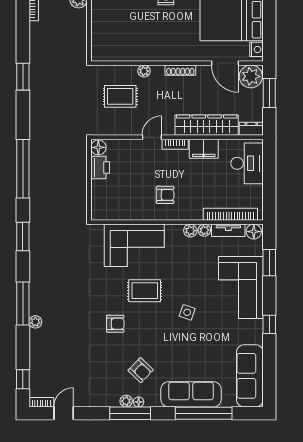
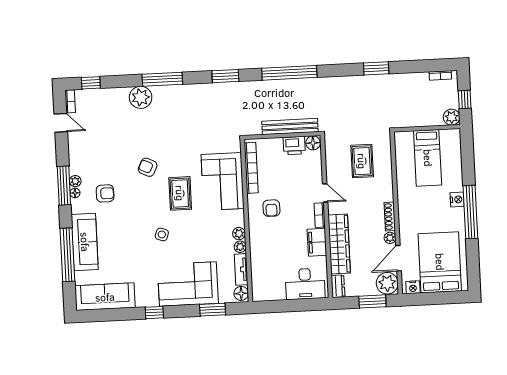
bed: (120, 27) -> (428, 158), added
plant: (144, 71) -> (390, 238), moved
bench: (80, 171) -> (290, 127), added
bookcase: (230, 214) -> (251, 168), moved
plant: (35, 322) -> (141, 97), width x1.87, depth x1.87
armchair: (115, 324) -> (148, 167), turned 115
armchair: (141, 370) -> (105, 193), turned -134

